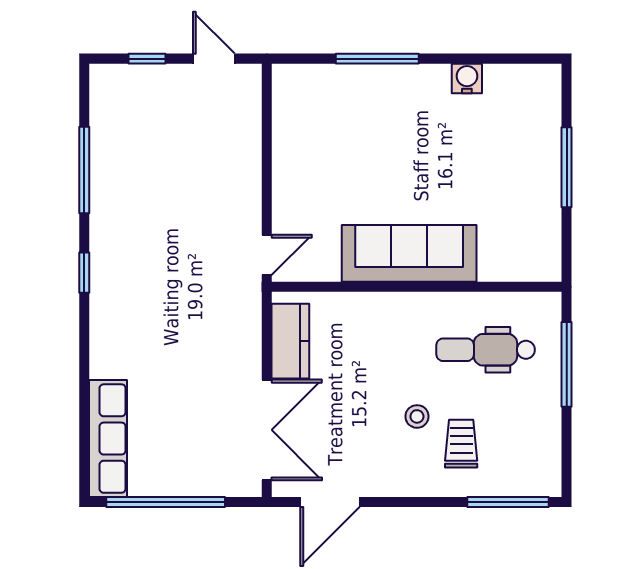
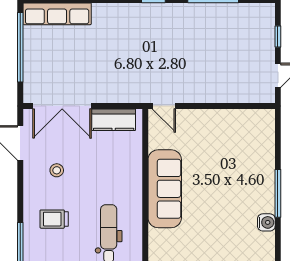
window: (377, 59) -> (278, 193), moved
stool: (417, 416) -> (57, 170), moved
trolley: (461, 444) -> (54, 219), turned 180

